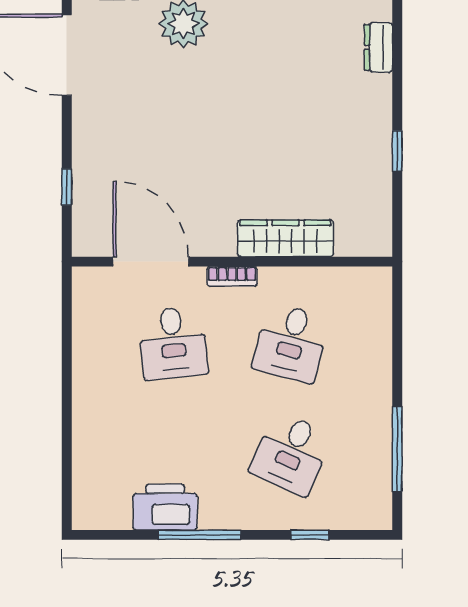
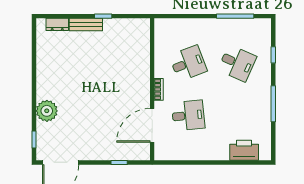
bench: (378, 112) -> (86, 25), added
wardrobe: (285, 238) -> (142, 66), removed
desk: (291, 343) -> (188, 63), turned -36
printer: (165, 507) -> (244, 150), moved, turned 90

